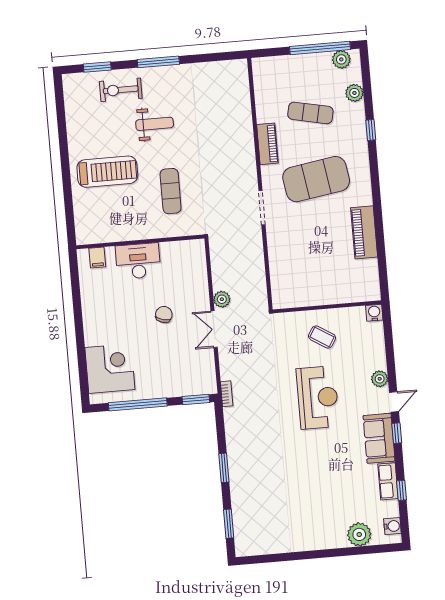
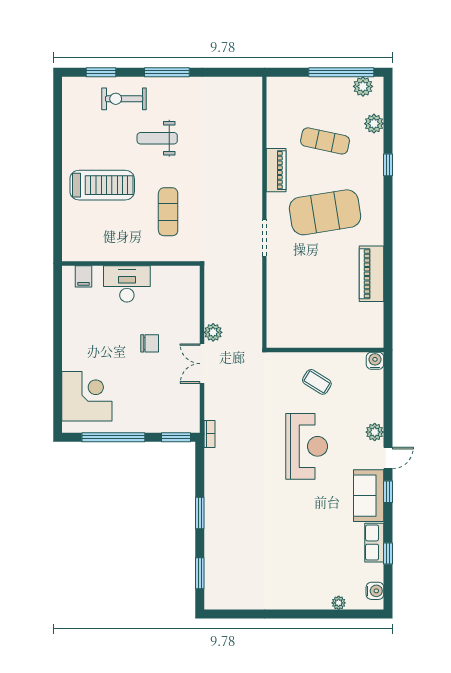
weight bench: (155, 124) -> (157, 138), turned 180
chair: (164, 314) -> (150, 343), turned 74
plant: (359, 534) -> (339, 603), width x0.53, depth x0.53

